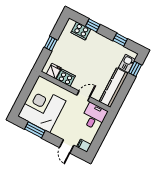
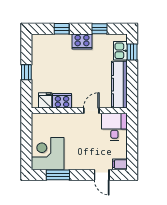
cooker: (81, 31) -> (82, 41), moved
corner desk: (42, 109) -> (48, 154), width x0.74, depth x0.74

